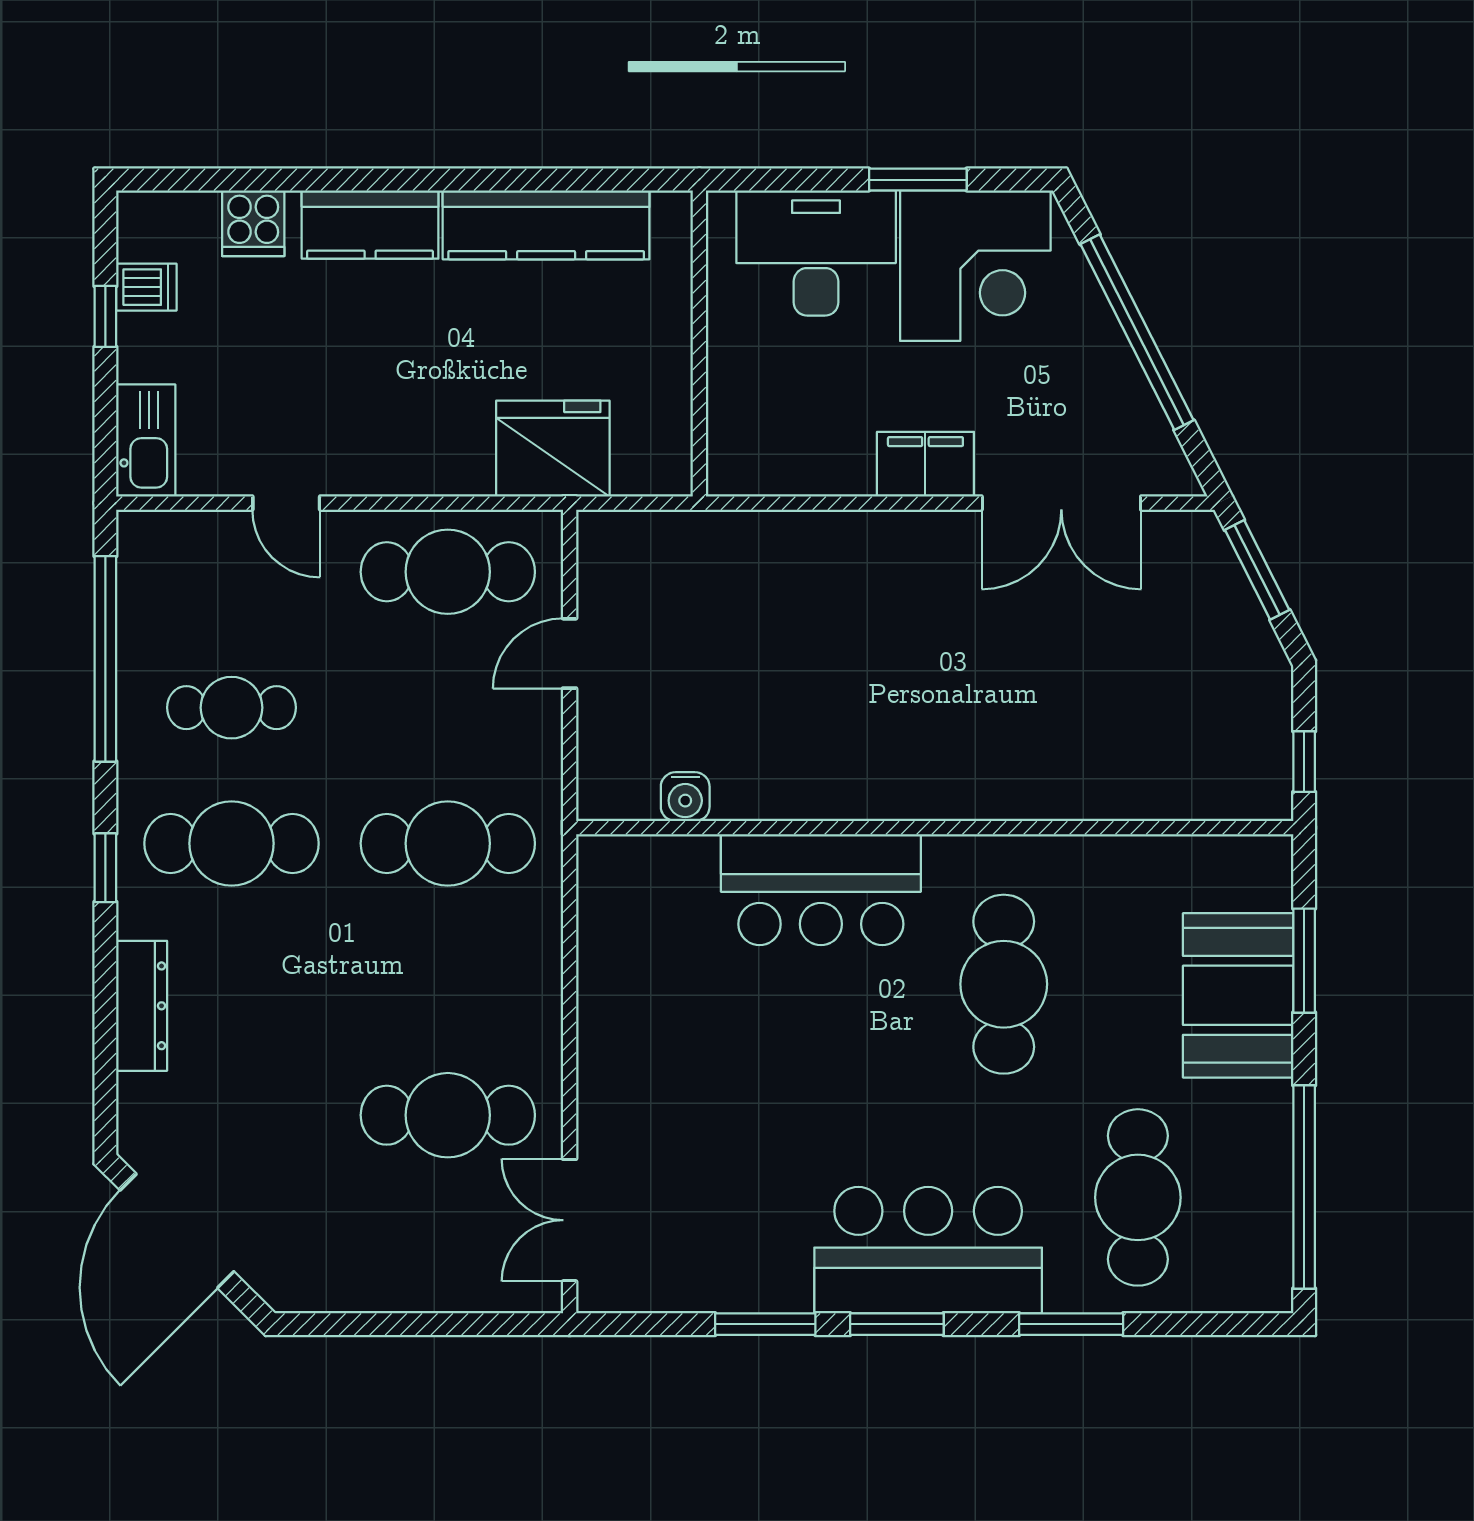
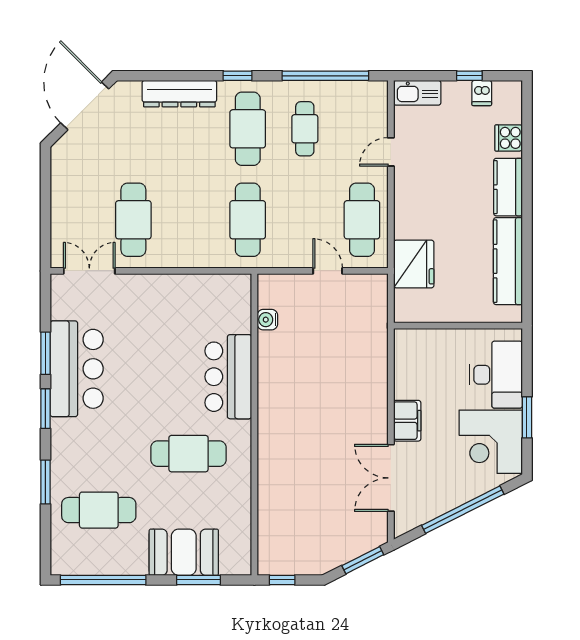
dresser: (142, 1006) -> (179, 94), width x1.37, depth x1.24
door: (177, 1231) -> (85, 106), hinge flipped
bar counter: (928, 1250) -> (77, 369), moved

